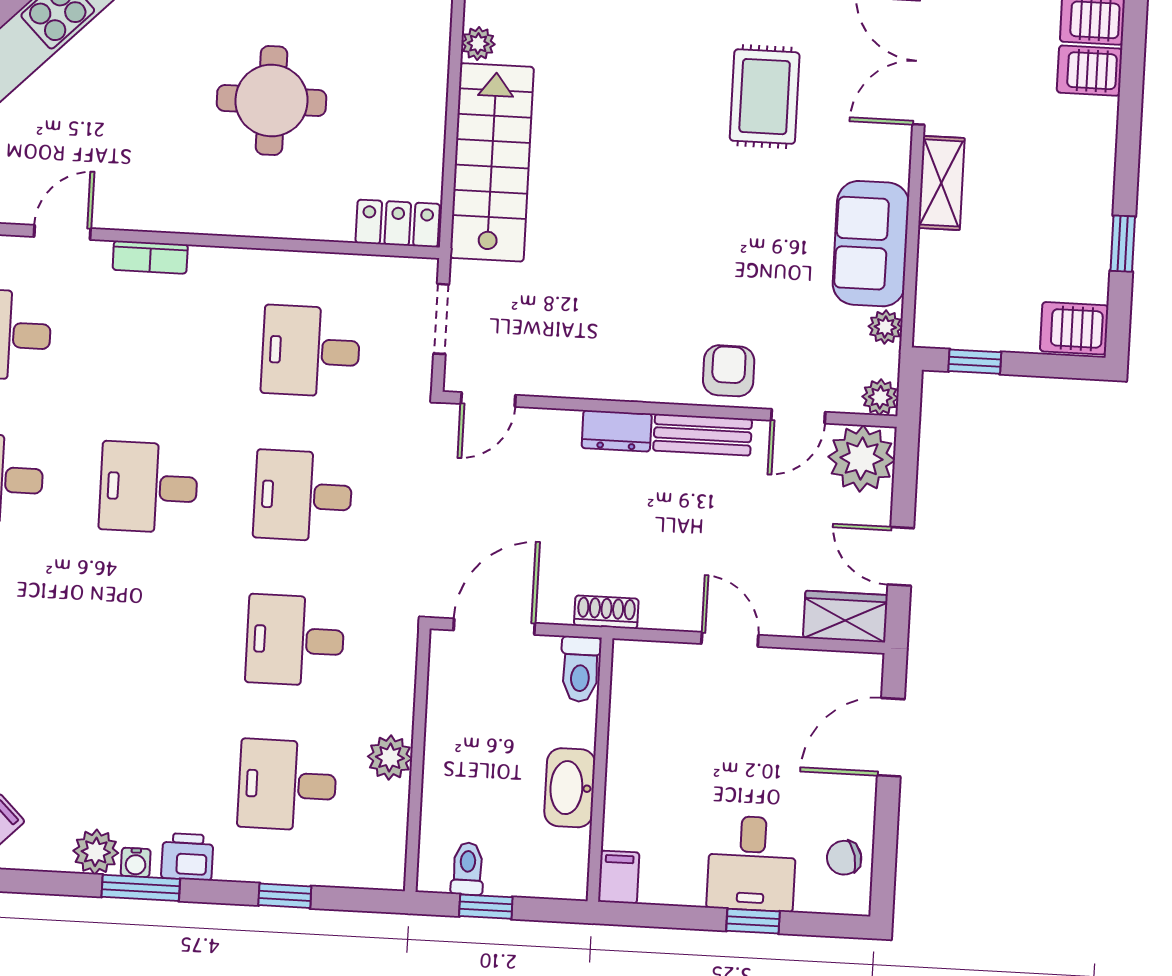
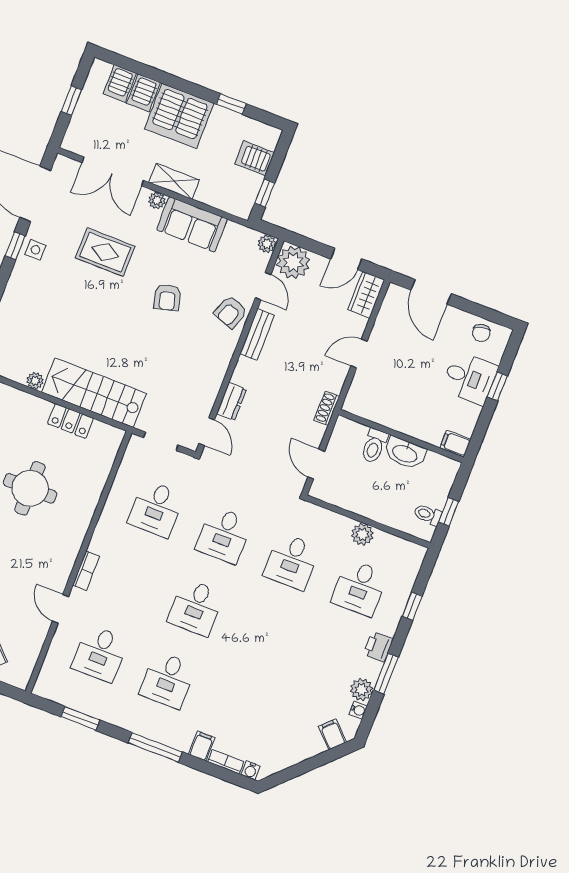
server rack: (1068, 152) -> (179, 116), added
locker: (398, 223) -> (71, 421), moved, turned -90
armchair: (717, 242) -> (167, 297), added
plant: (885, 327) -> (157, 200), moved
server rack: (1074, 328) -> (255, 158), moved, turned 90
armchair: (729, 371) -> (231, 312), turned -70
dresser: (617, 431) -> (232, 401), moved
door: (494, 627) -> (316, 464), width x0.73
toilet: (580, 669) -> (374, 446), moved, turned 90
water cooler: (136, 862) -> (358, 710), moved

